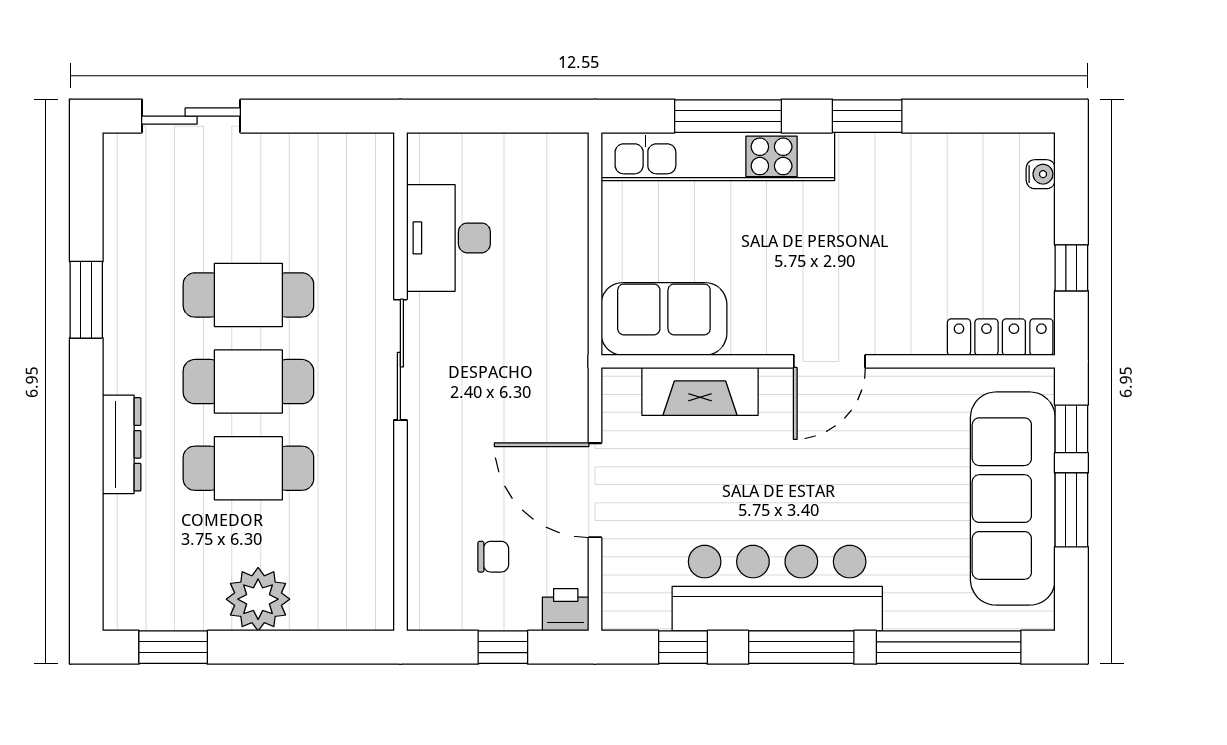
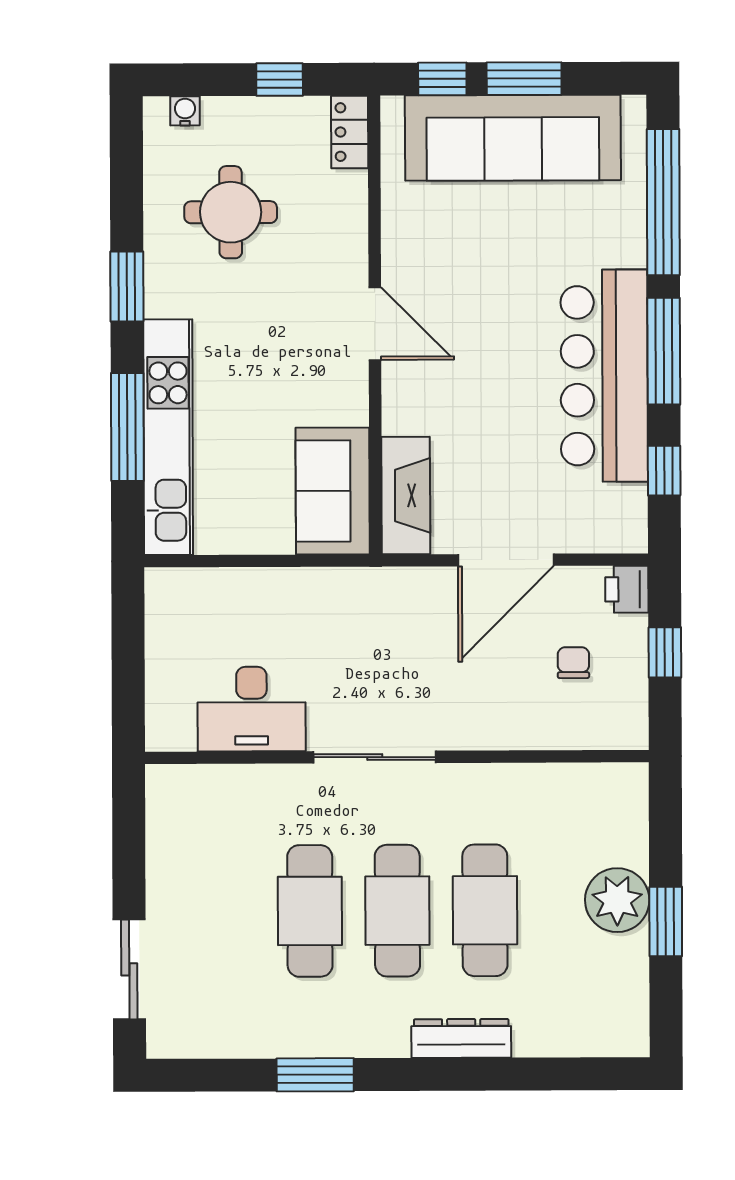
round table: (940, 219) -> (231, 212), added
locker: (1000, 337) -> (350, 132), width x0.66
fireplace: (700, 391) -> (406, 495), moved
window: (173, 647) -> (666, 922), moved

